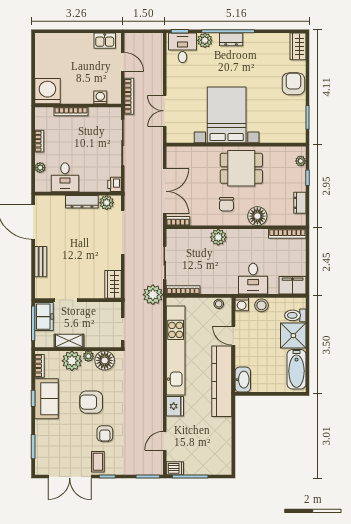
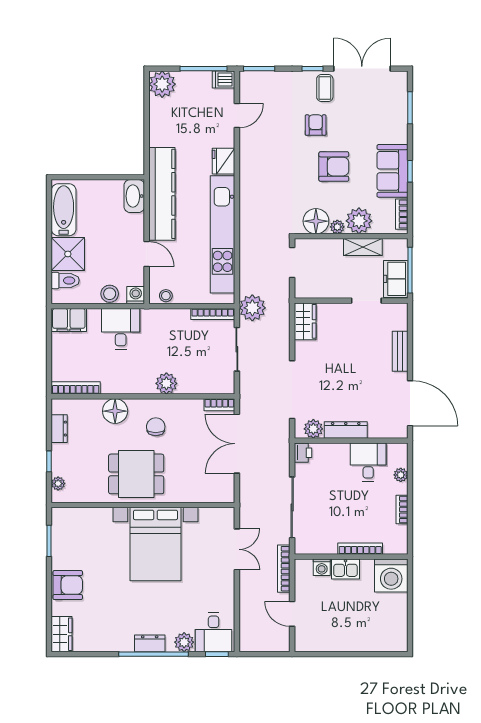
kitchen sink: (105, 41) -> (345, 569), moved, turned 180
armchair: (293, 84) -> (68, 585), turned -90
plant: (221, 465) -> (162, 84), added

